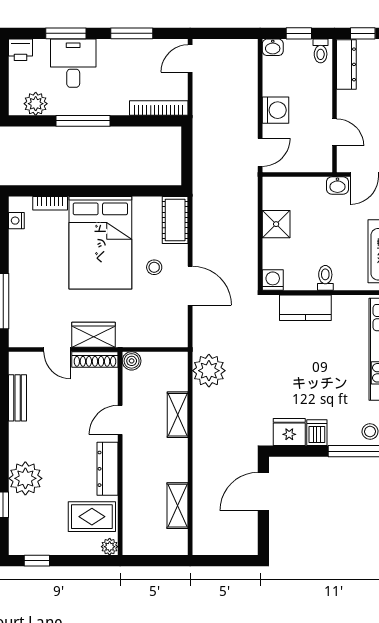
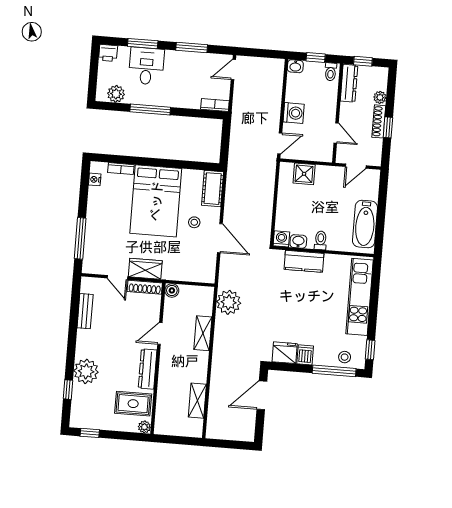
bookcase: (159, 108) -> (215, 105), width x0.64
washbasin: (337, 185) -> (298, 241), moved, turned 180
shower: (276, 224) -> (304, 174), moved

